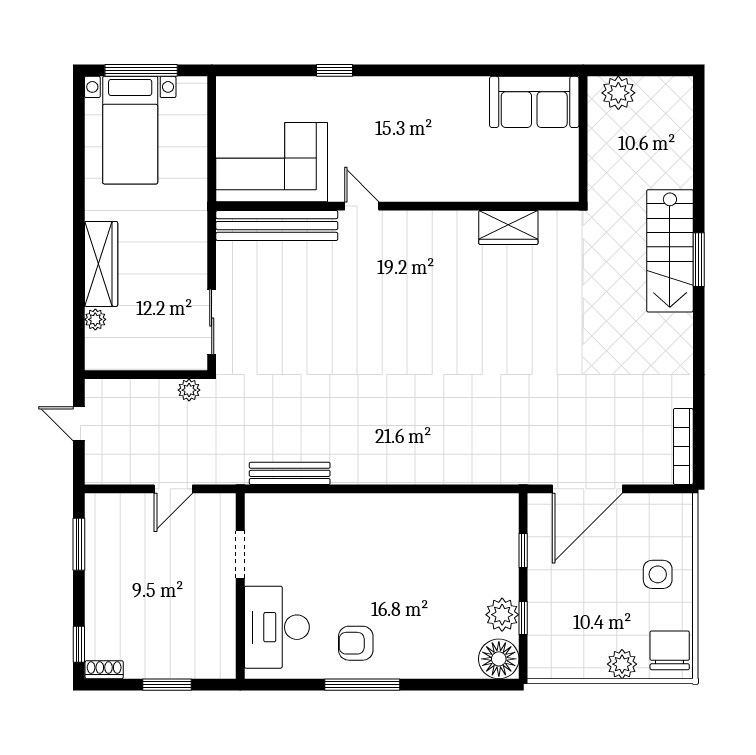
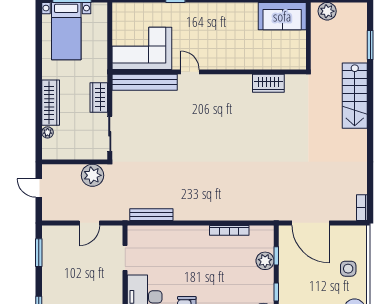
wardrobe: (191, 254) -> (99, 97), added
window: (699, 260) -> (370, 45), moved
plant: (189, 390) -> (92, 175), width x1.88, depth x1.88
bookcase: (683, 447) -> (362, 208), width x0.64
door: (587, 489) -> (311, 223), hinge flipped
bookcase: (435, 503) -> (229, 230), added
plant: (502, 615) -> (265, 261), moved

